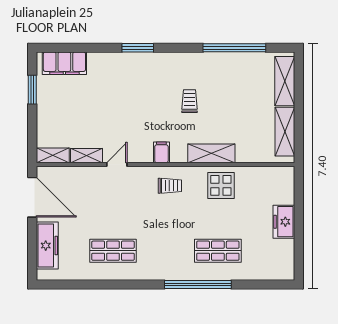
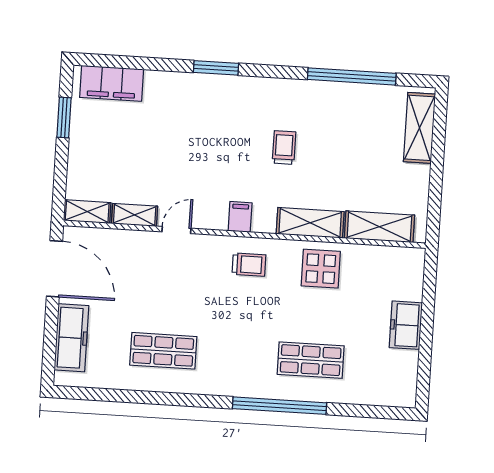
shelving: (285, 132) -> (379, 227), moved, turned 90

